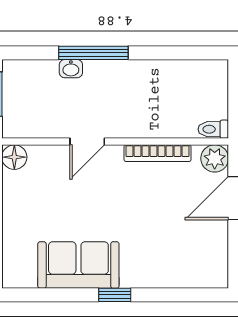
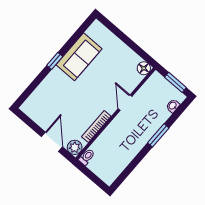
window: (93, 53) -> (158, 135), width x0.69
washbasin: (71, 69) -> (173, 106), moved

